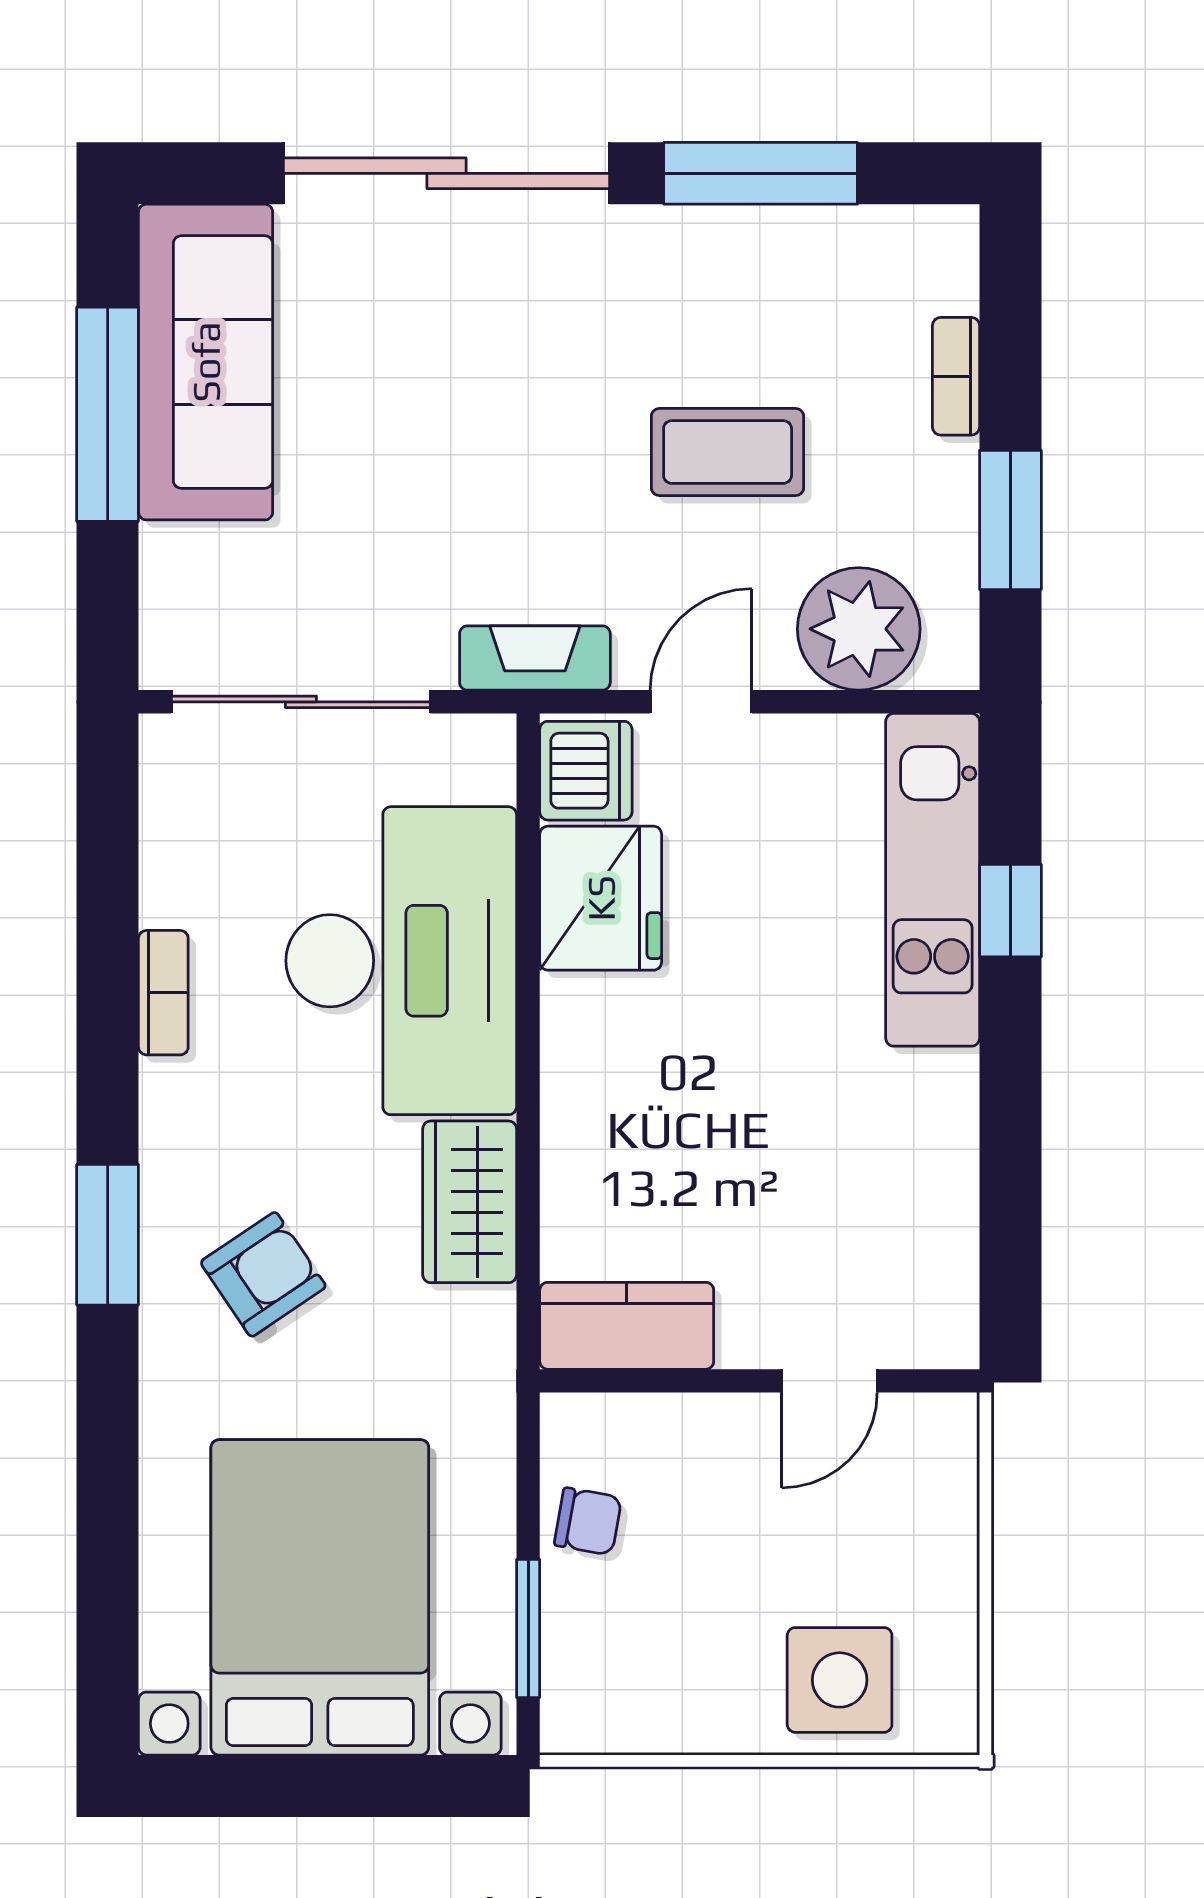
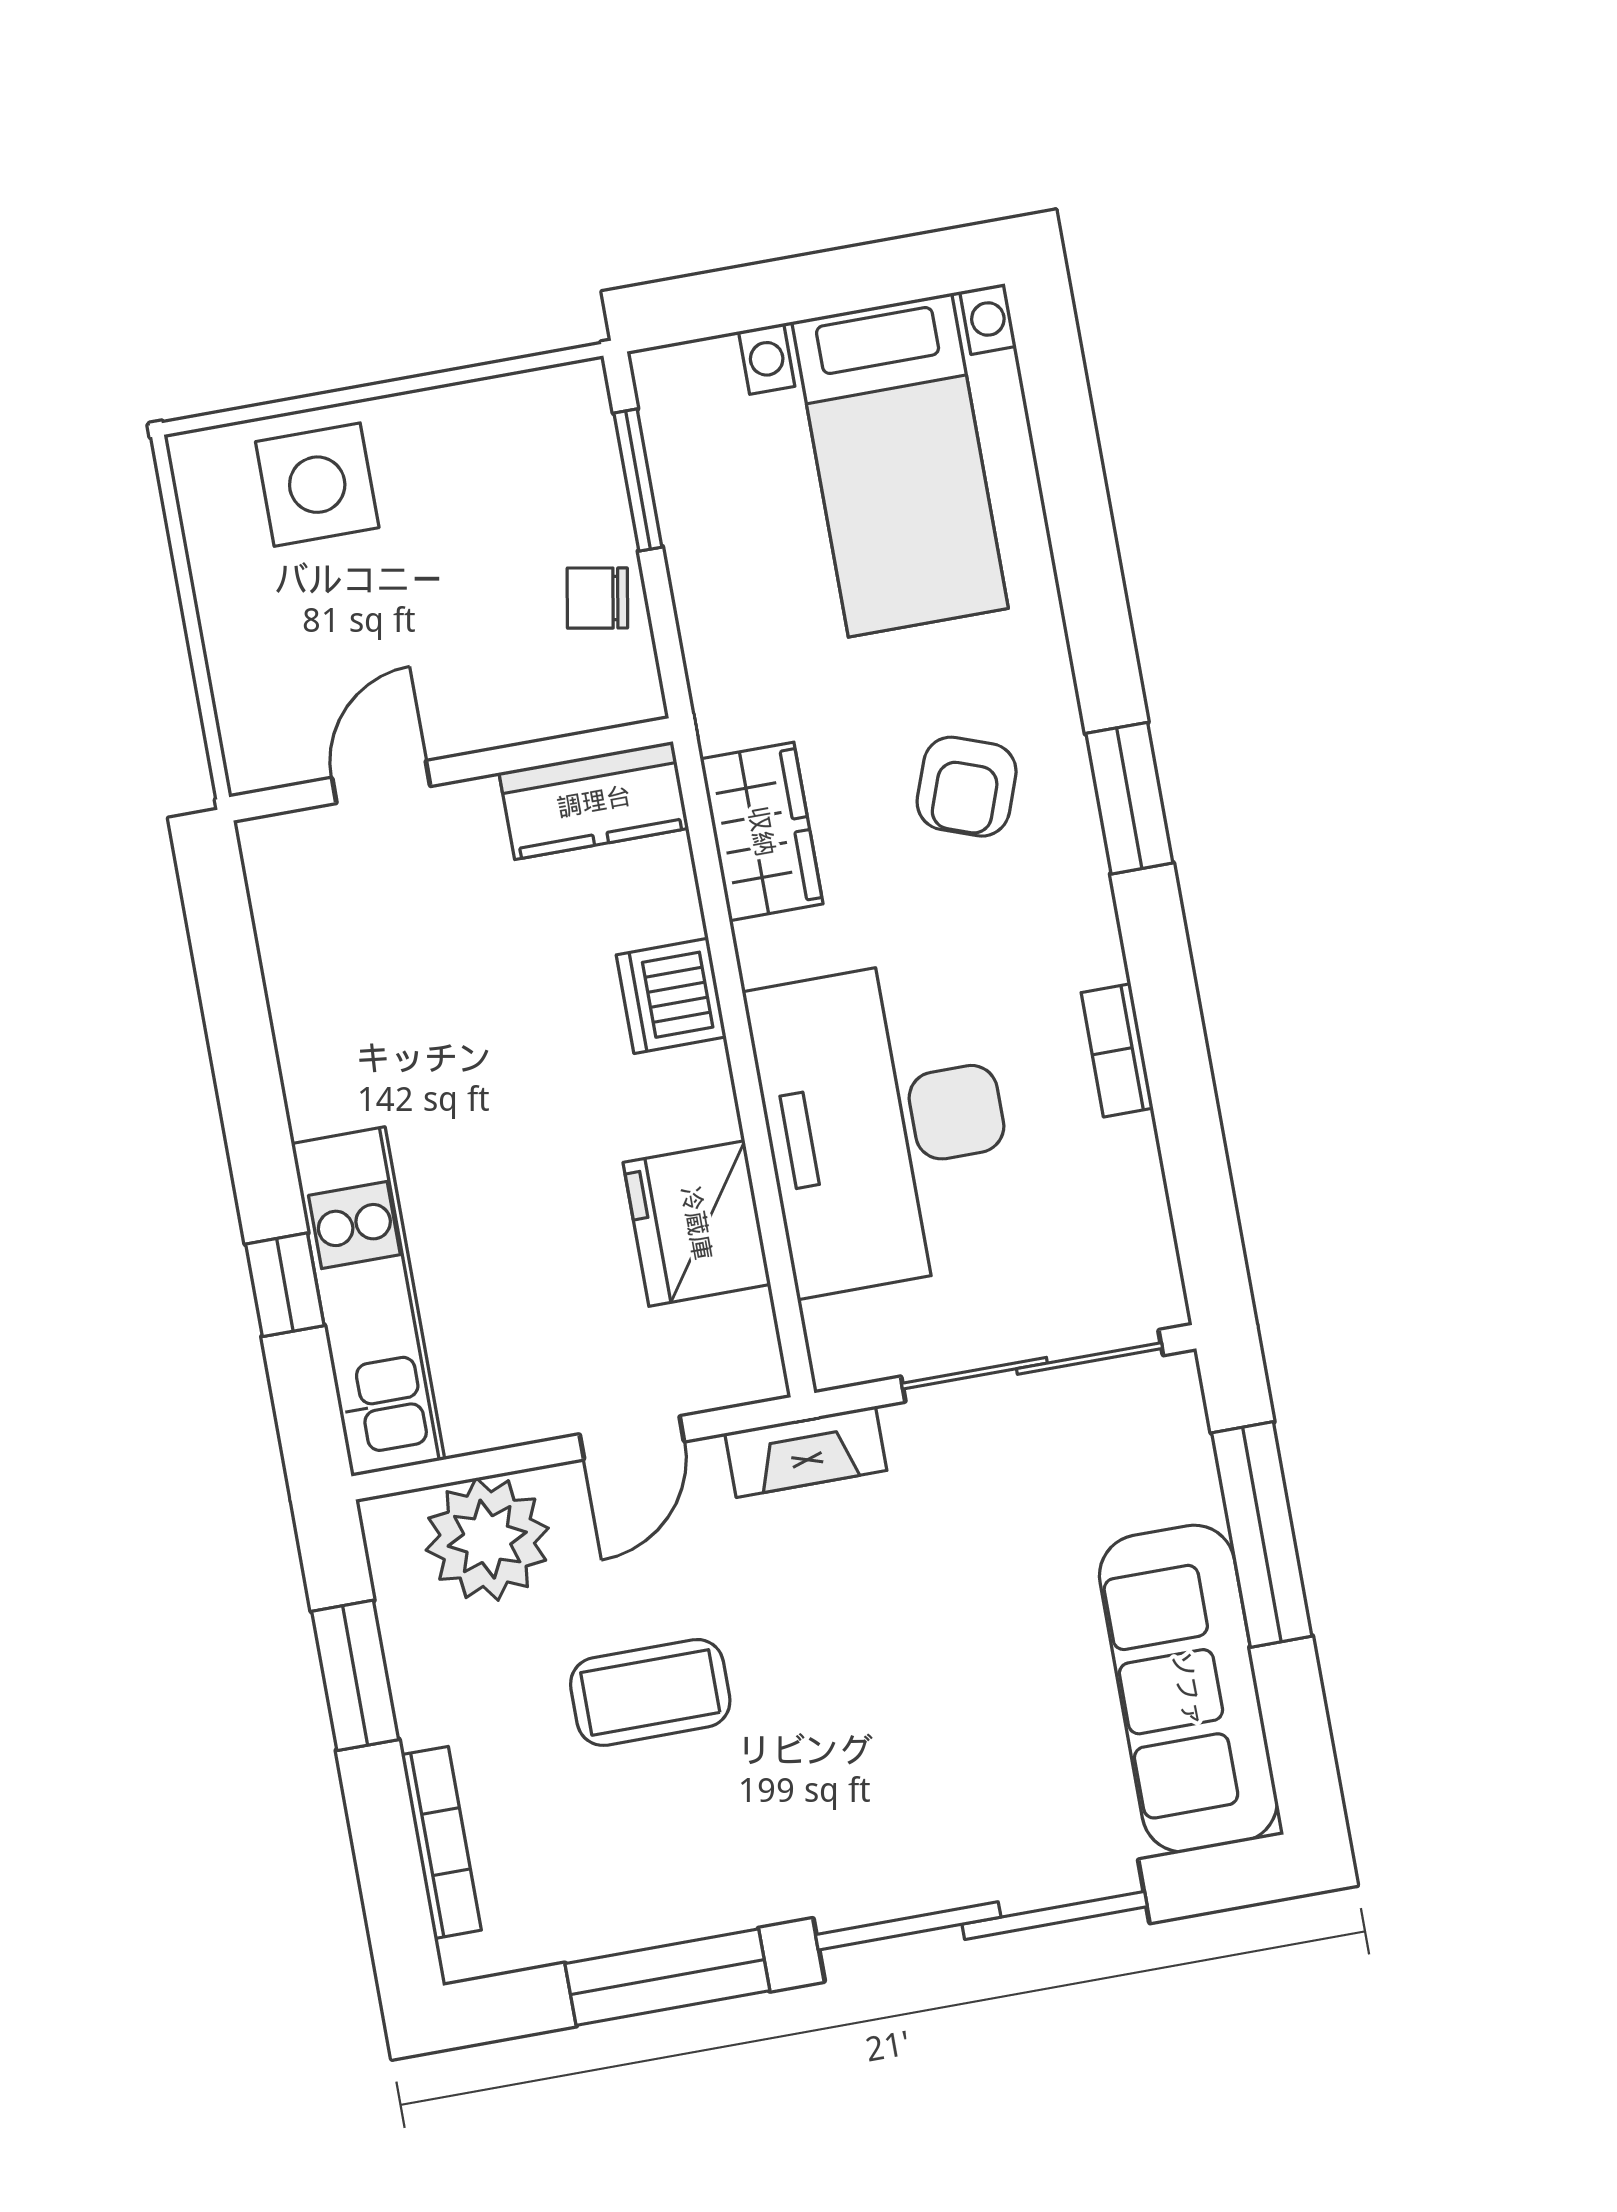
bookcase: (956, 376) -> (441, 1842), width x1.56
window: (108, 414) -> (1262, 1535), moved
dishwasher: (586, 771) -> (671, 996), moved
wardrobe: (470, 1202) -> (762, 831), moved
armchair: (263, 1274) -> (967, 787), turned -36
bed with nightstands: (320, 1597) -> (900, 465), width x0.73

